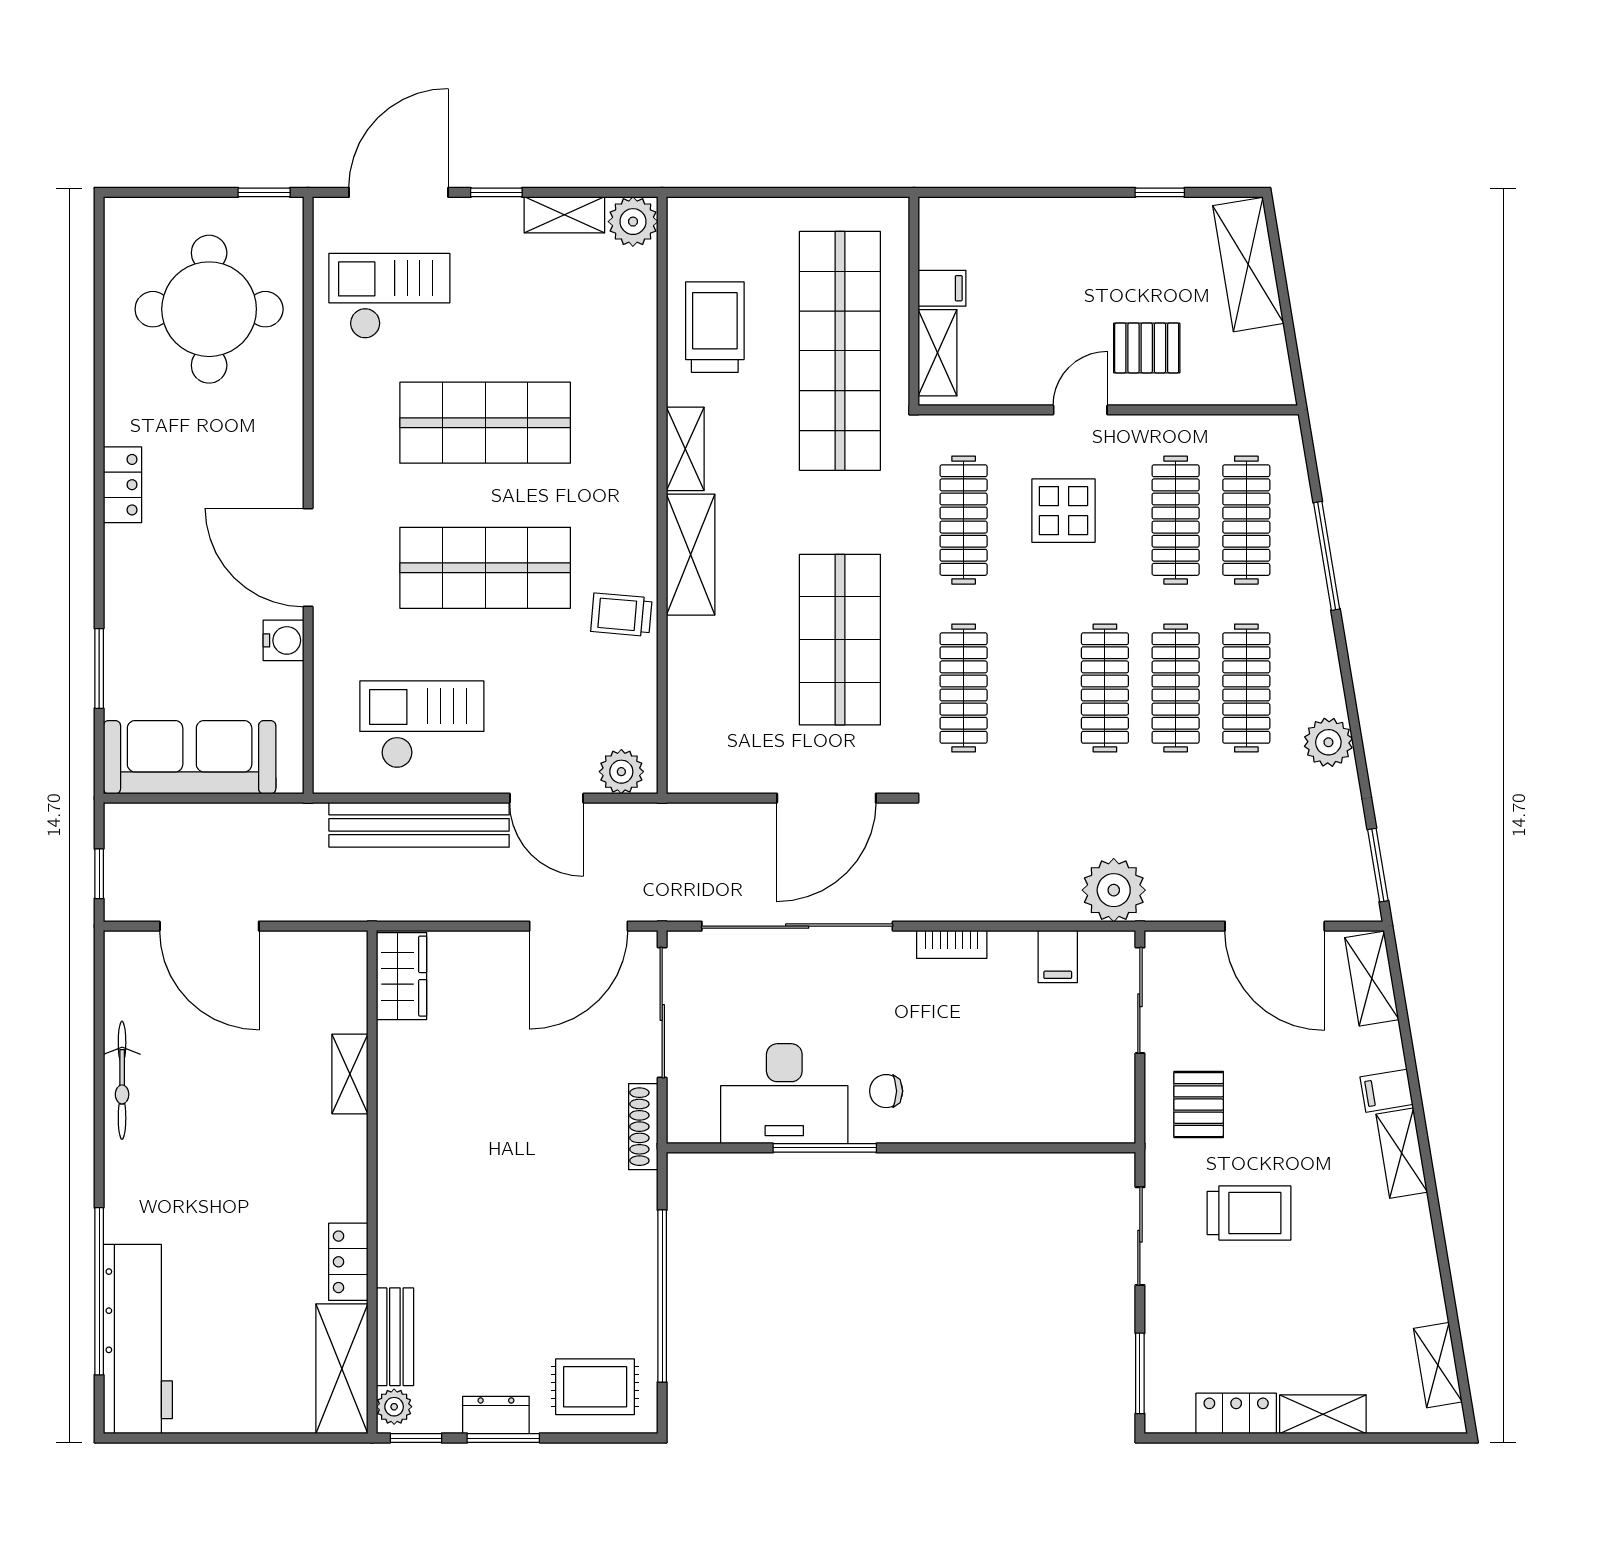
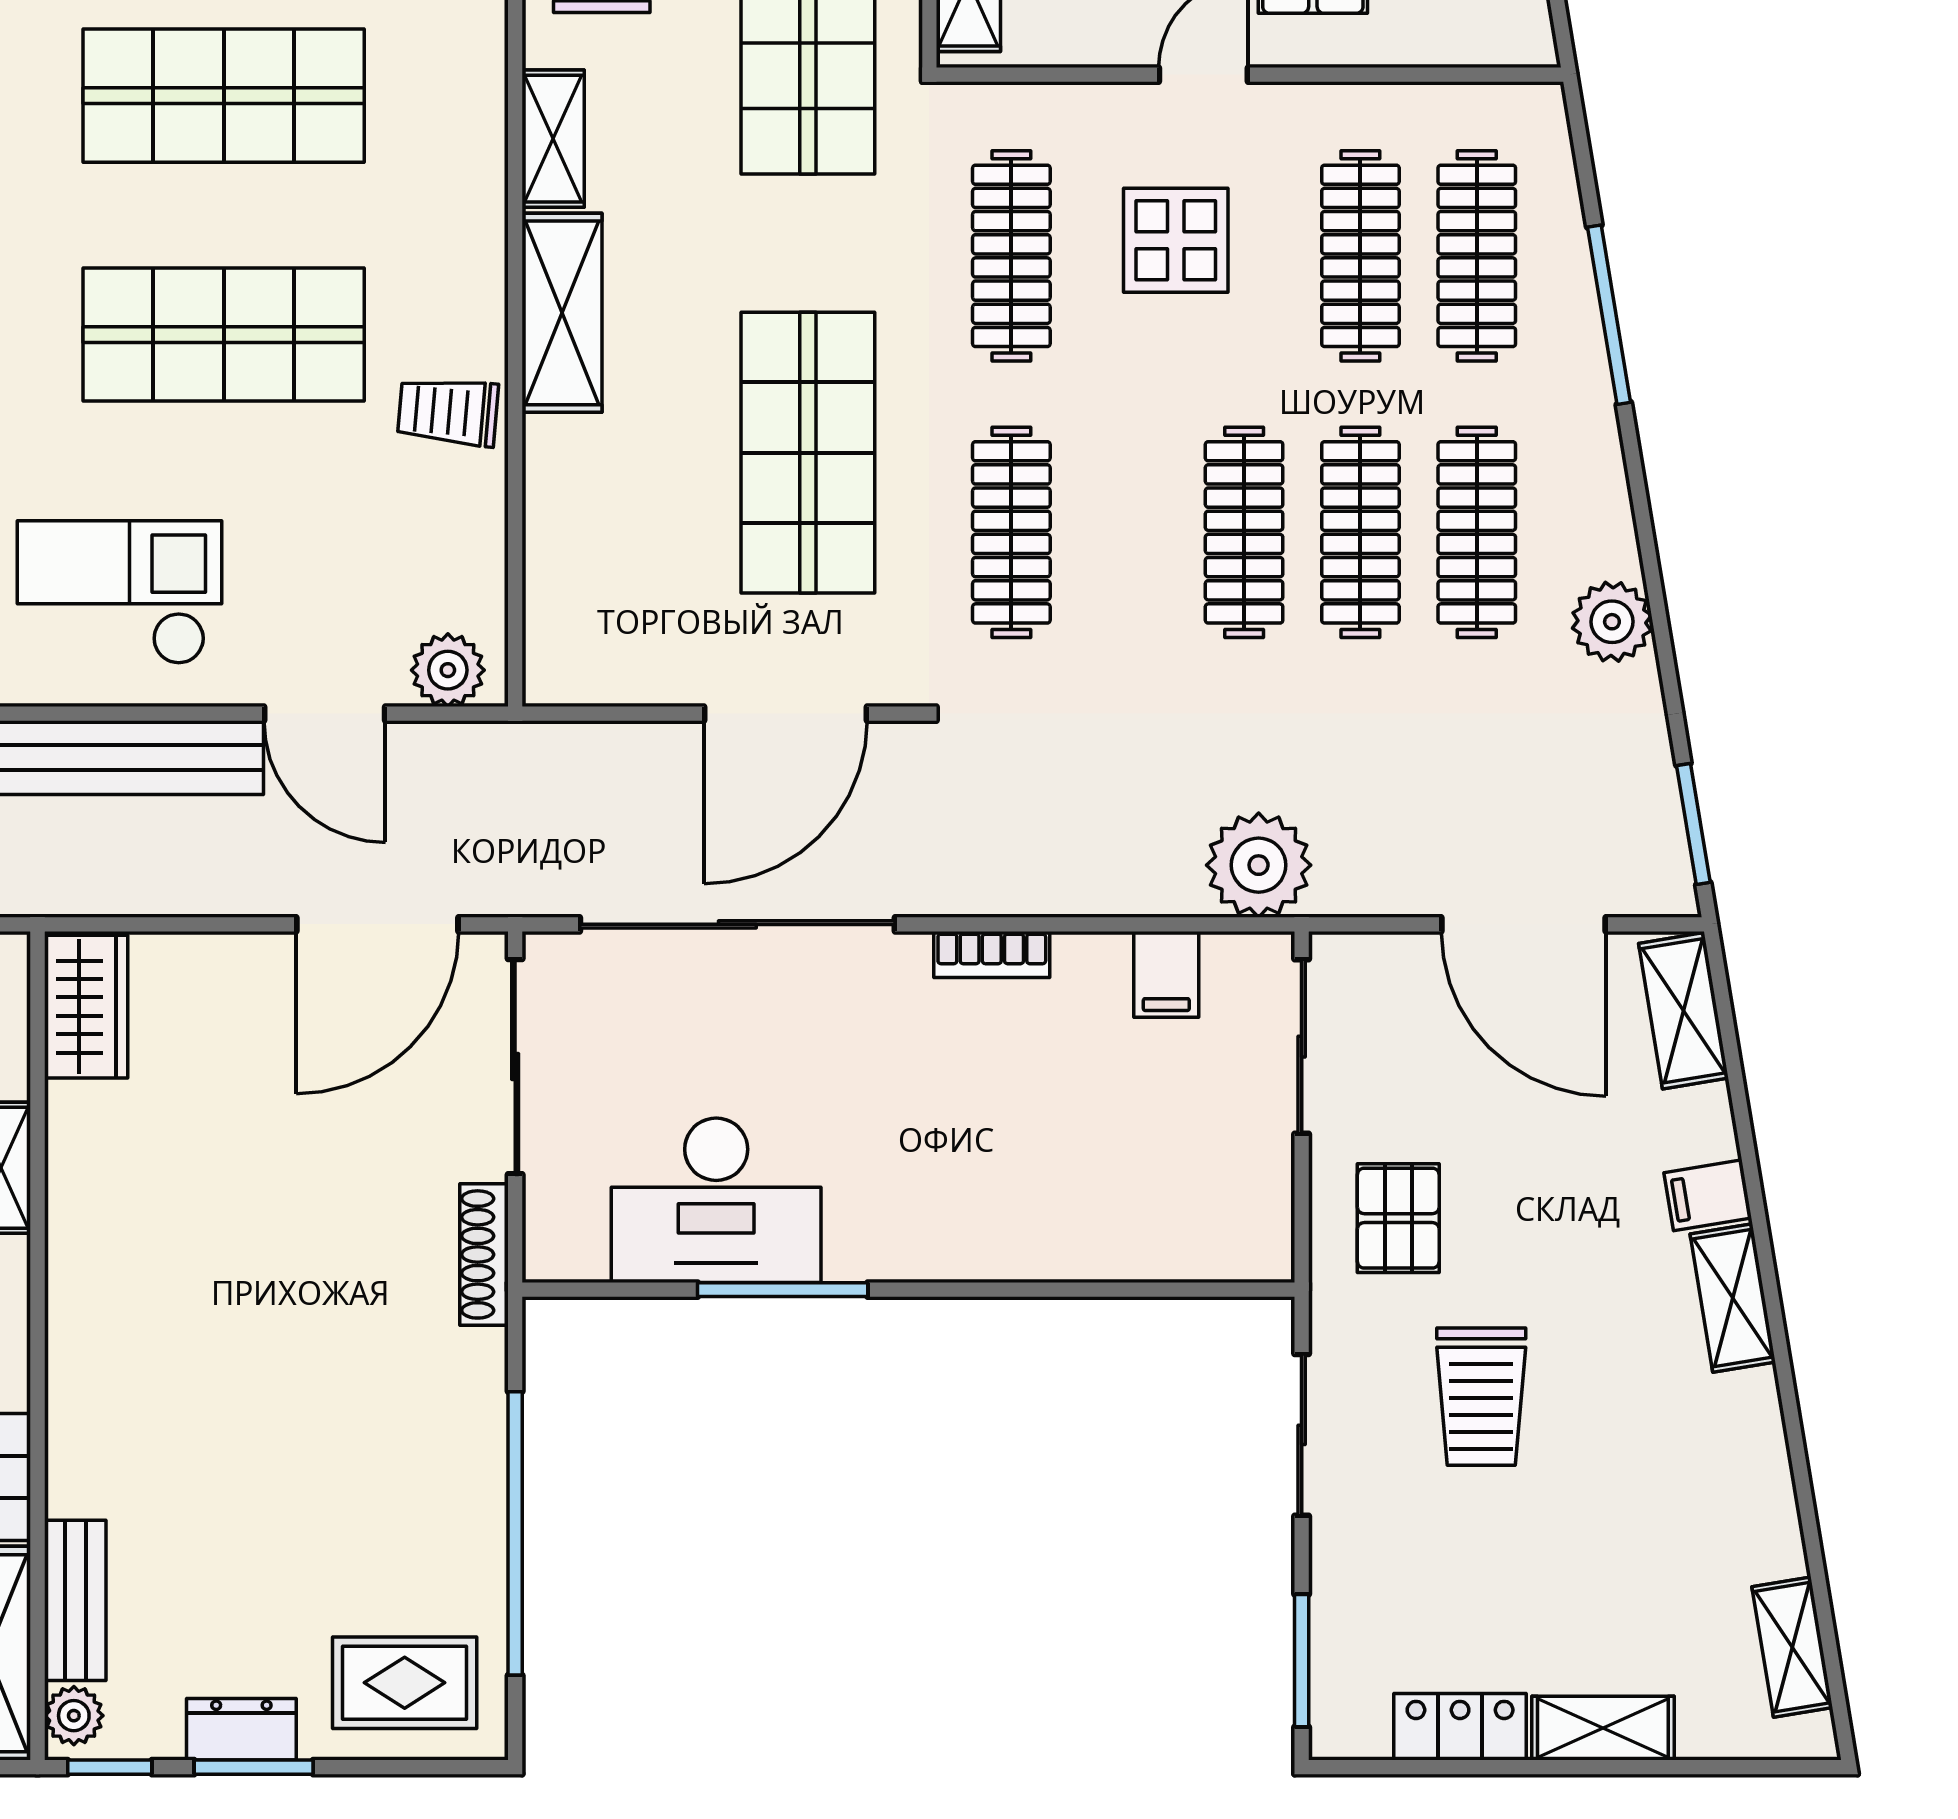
chair: (886, 1091) -> (884, 1196), removed
trolley: (1249, 1213) -> (1481, 1397), turned 90

